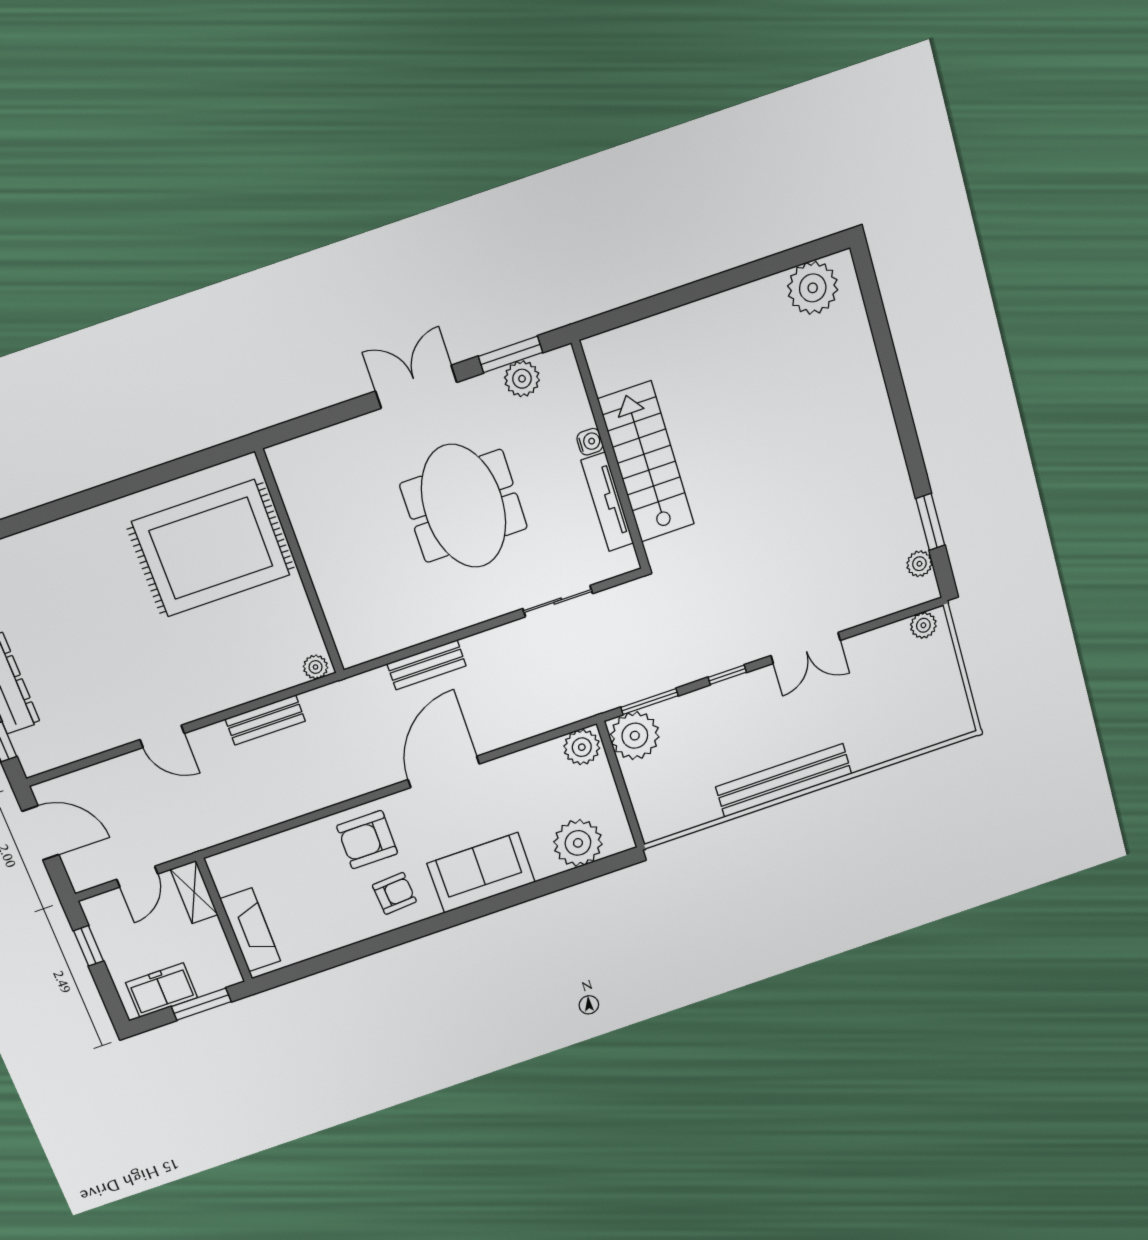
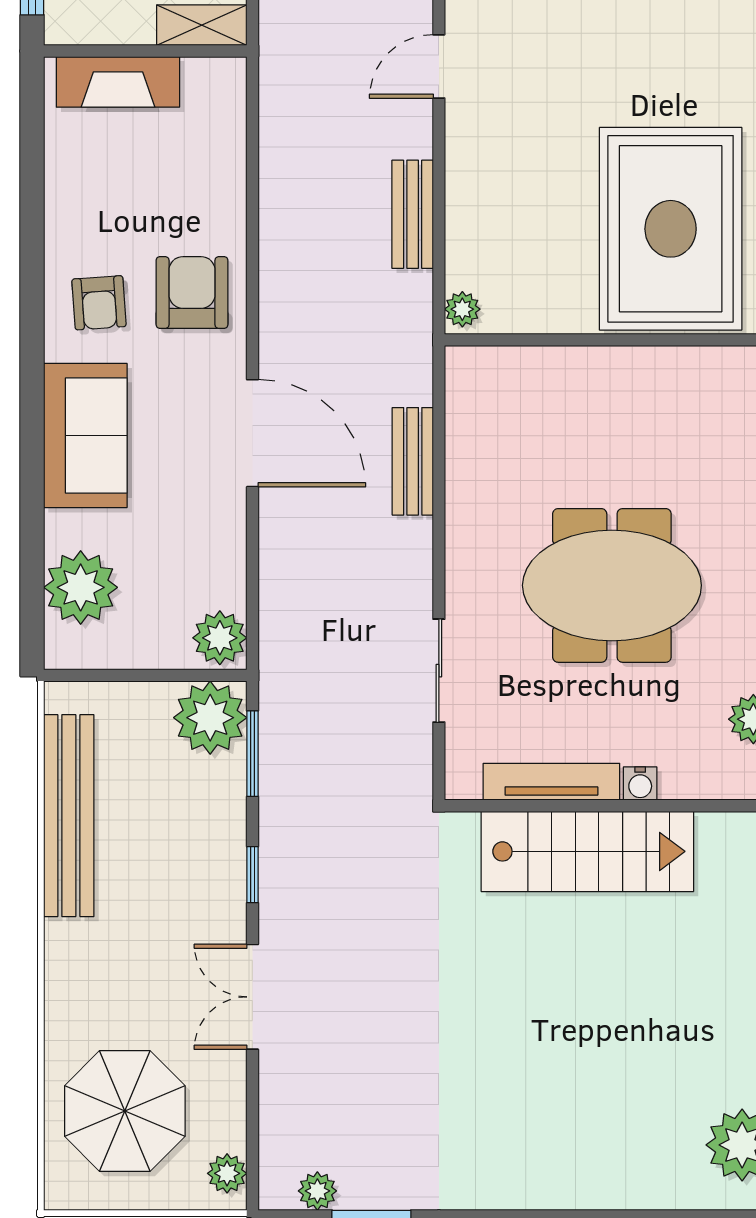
parasol: (901, 703) -> (125, 1111), added
bench: (784, 780) -> (69, 816), moved

